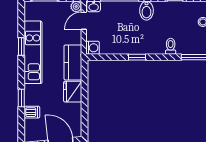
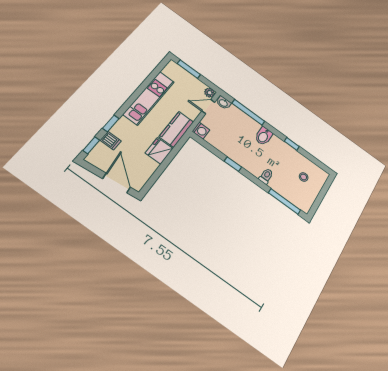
window: (21, 46) -> (91, 145), moved

